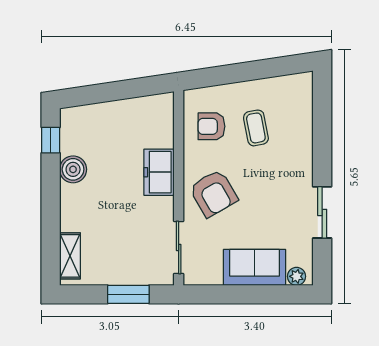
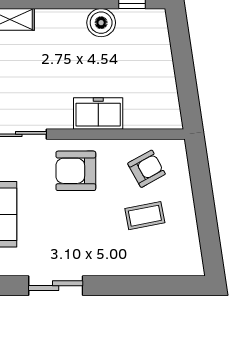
armchair: (211, 126) -> (147, 169), turned 61
armchair: (213, 193) -> (76, 171), turned 30

